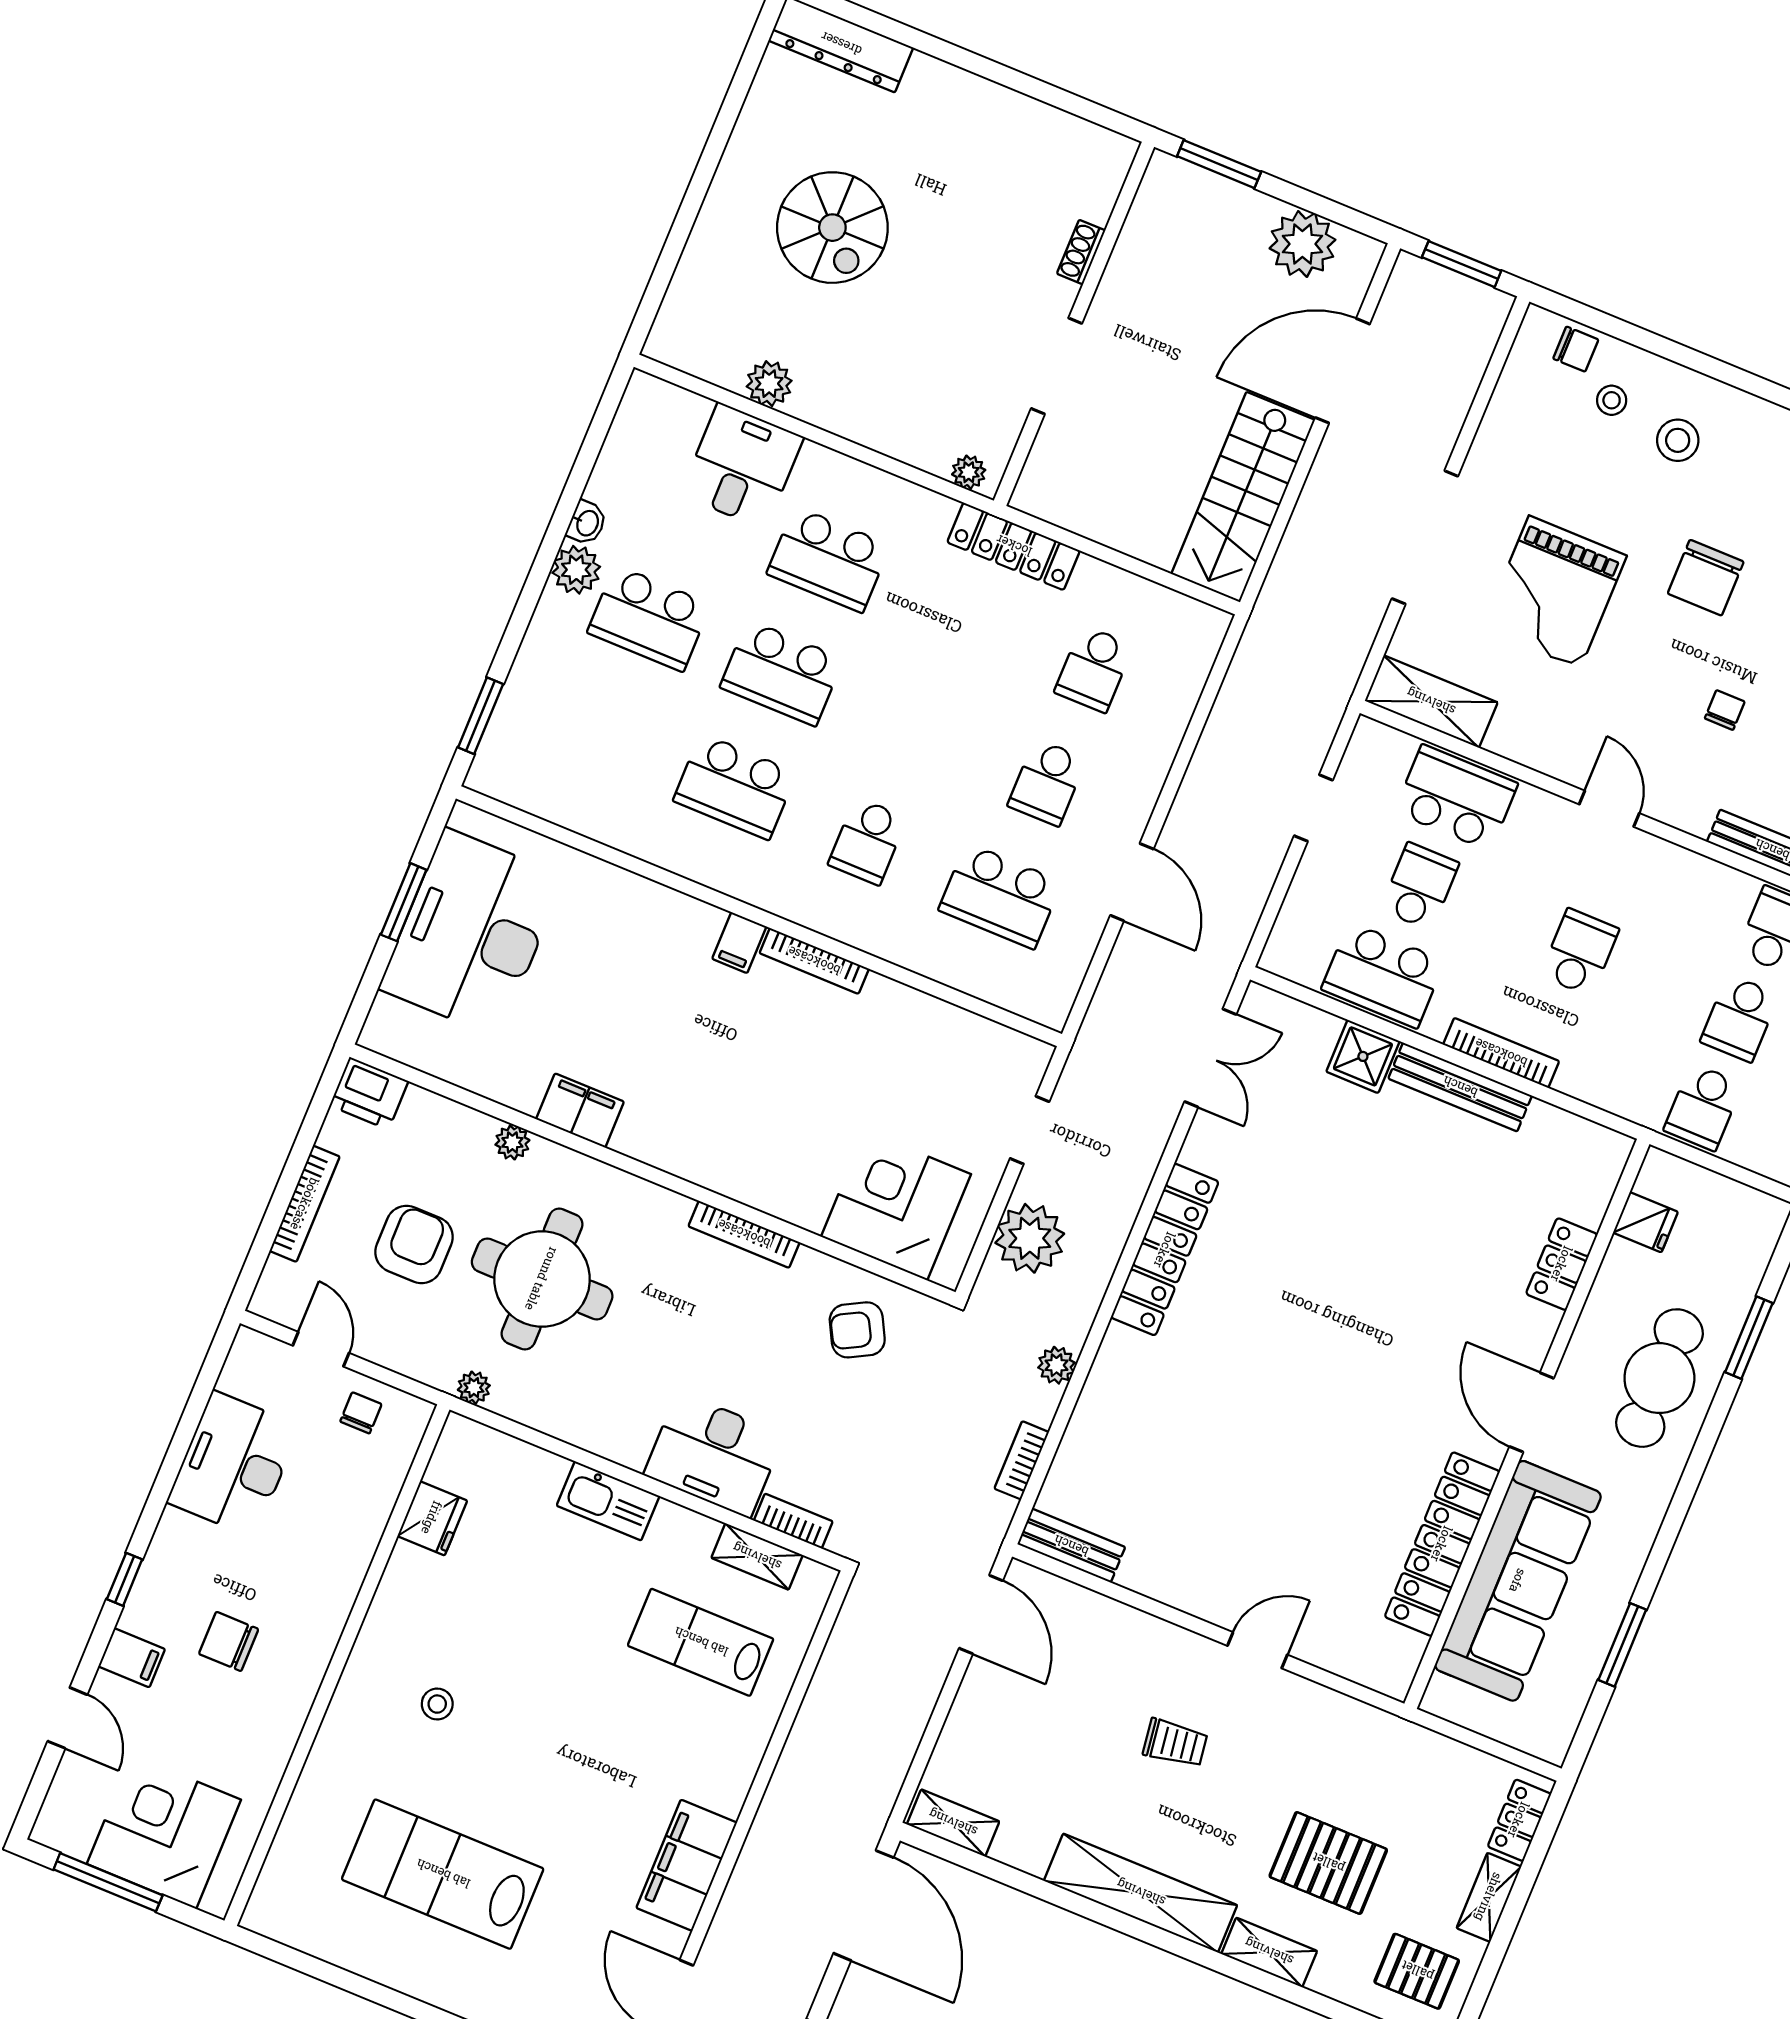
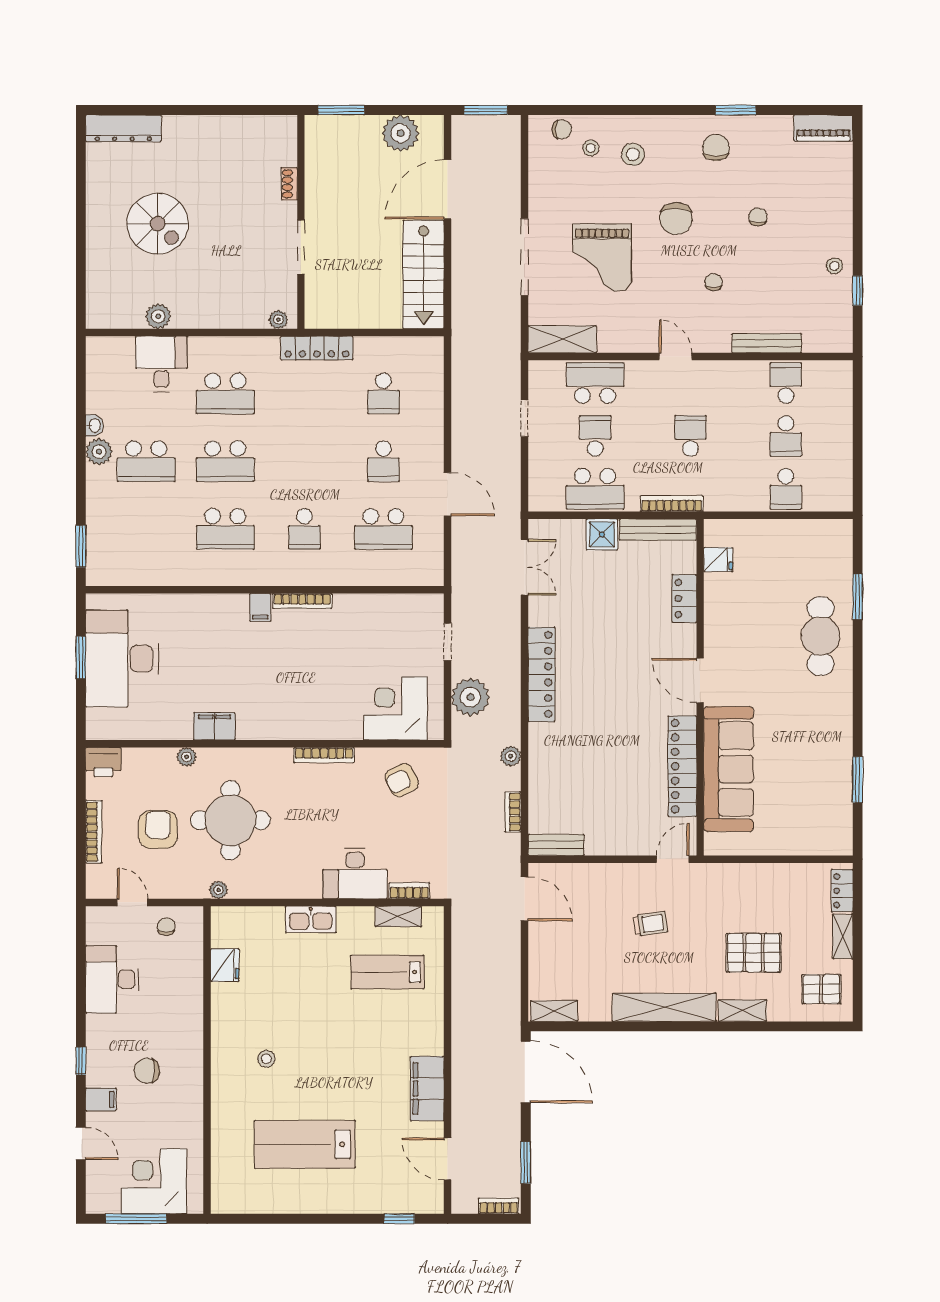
fridge: (1645, 1222) -> (718, 560), moved
locker: (1562, 1264) -> (684, 599), moved
door: (1532, 1412) -> (700, 680), moved
wall: (1527, 1424) -> (700, 687), moved
locker: (1442, 1544) -> (682, 766), moved
sofa: (1518, 1581) -> (728, 769), moved

